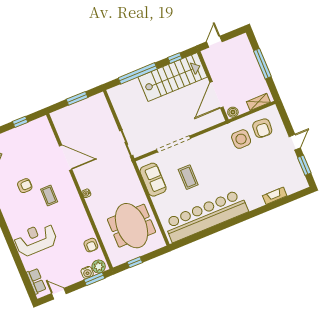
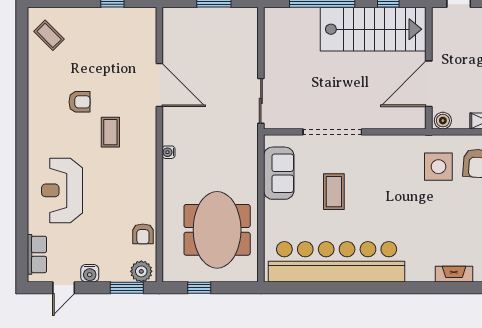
reception desk: (35, 239) -> (62, 190), turned -90
water cooler: (87, 272) -> (90, 273), moved
door: (59, 294) -> (64, 288), swing flipped

